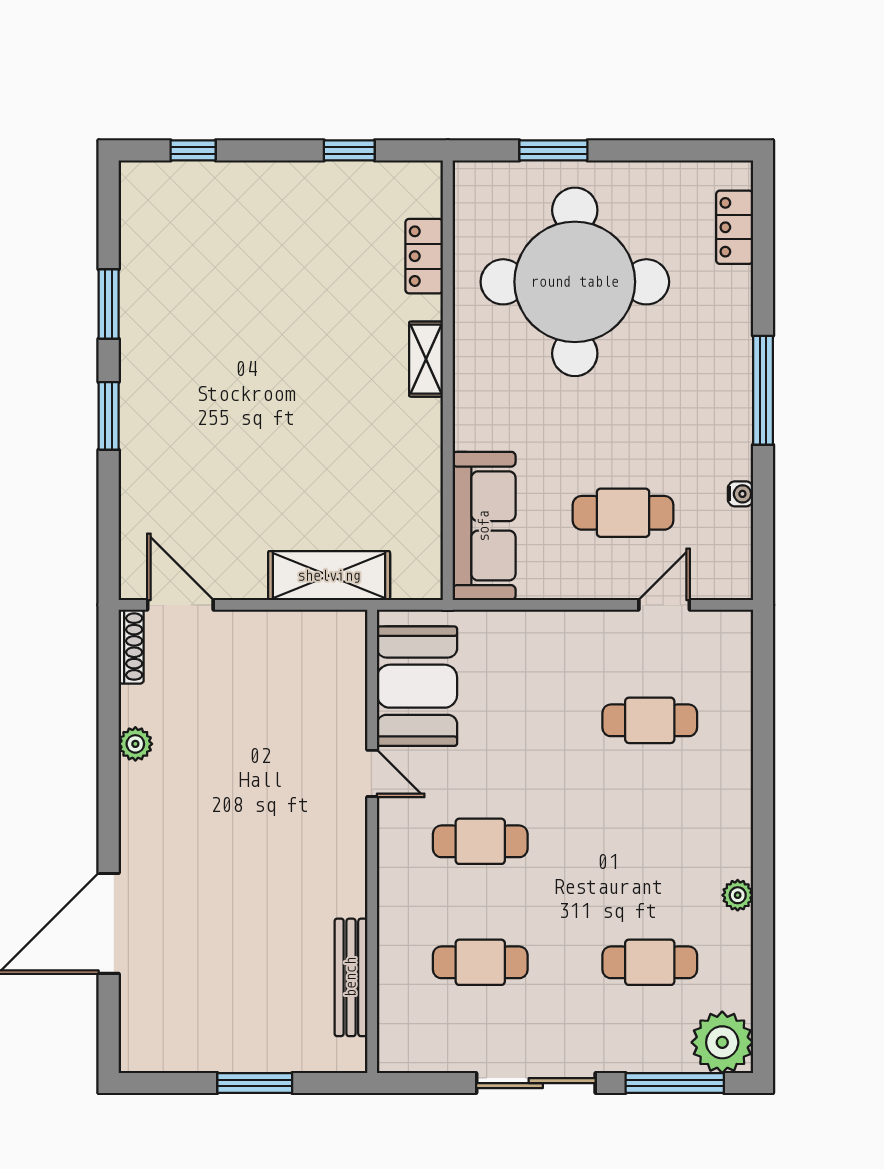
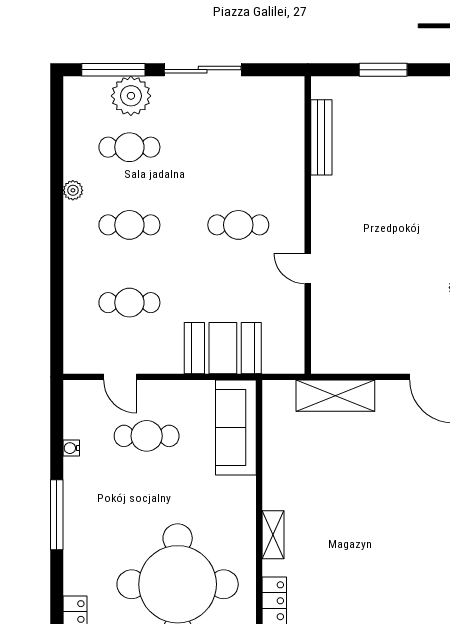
door: (664, 605) -> (120, 377), hinge flipped
booth: (417, 686) -> (223, 348), moved, turned 90
cafe table: (480, 962) -> (129, 225), moved
plant: (722, 1042) -> (131, 96), moved

